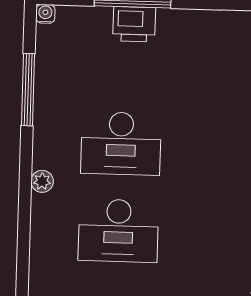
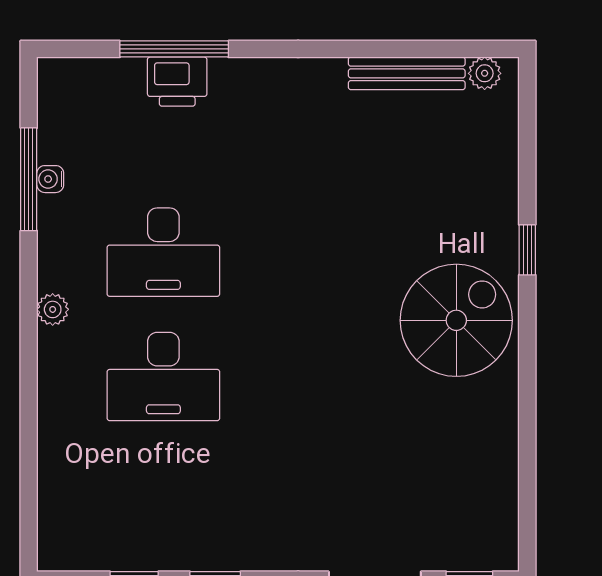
water cooler: (45, 14) -> (50, 179), moved, turned -90

